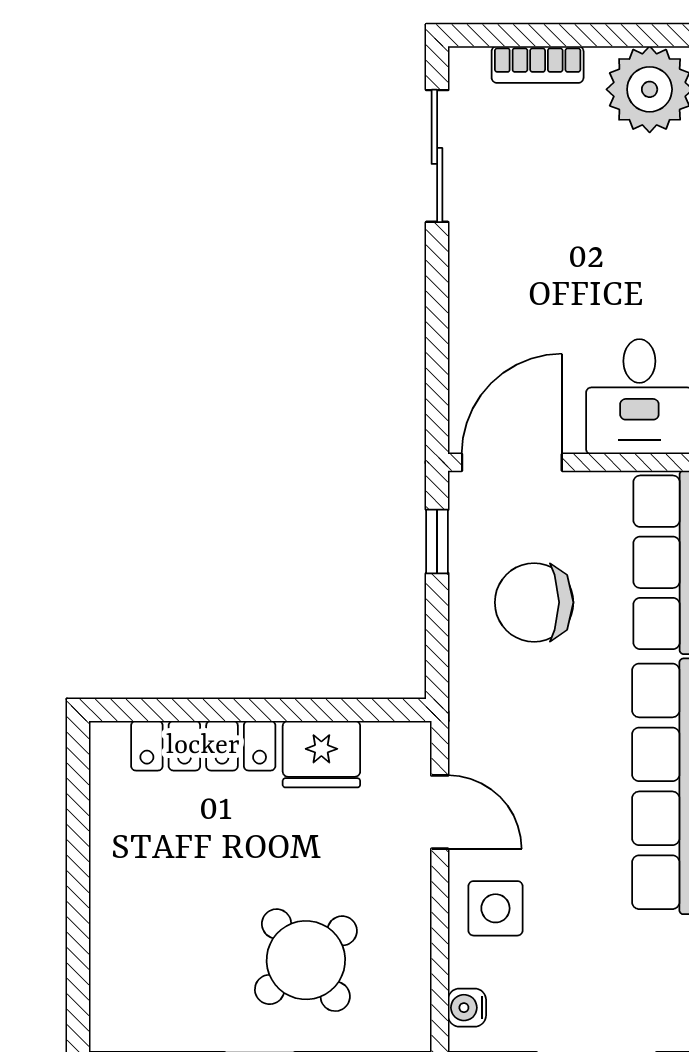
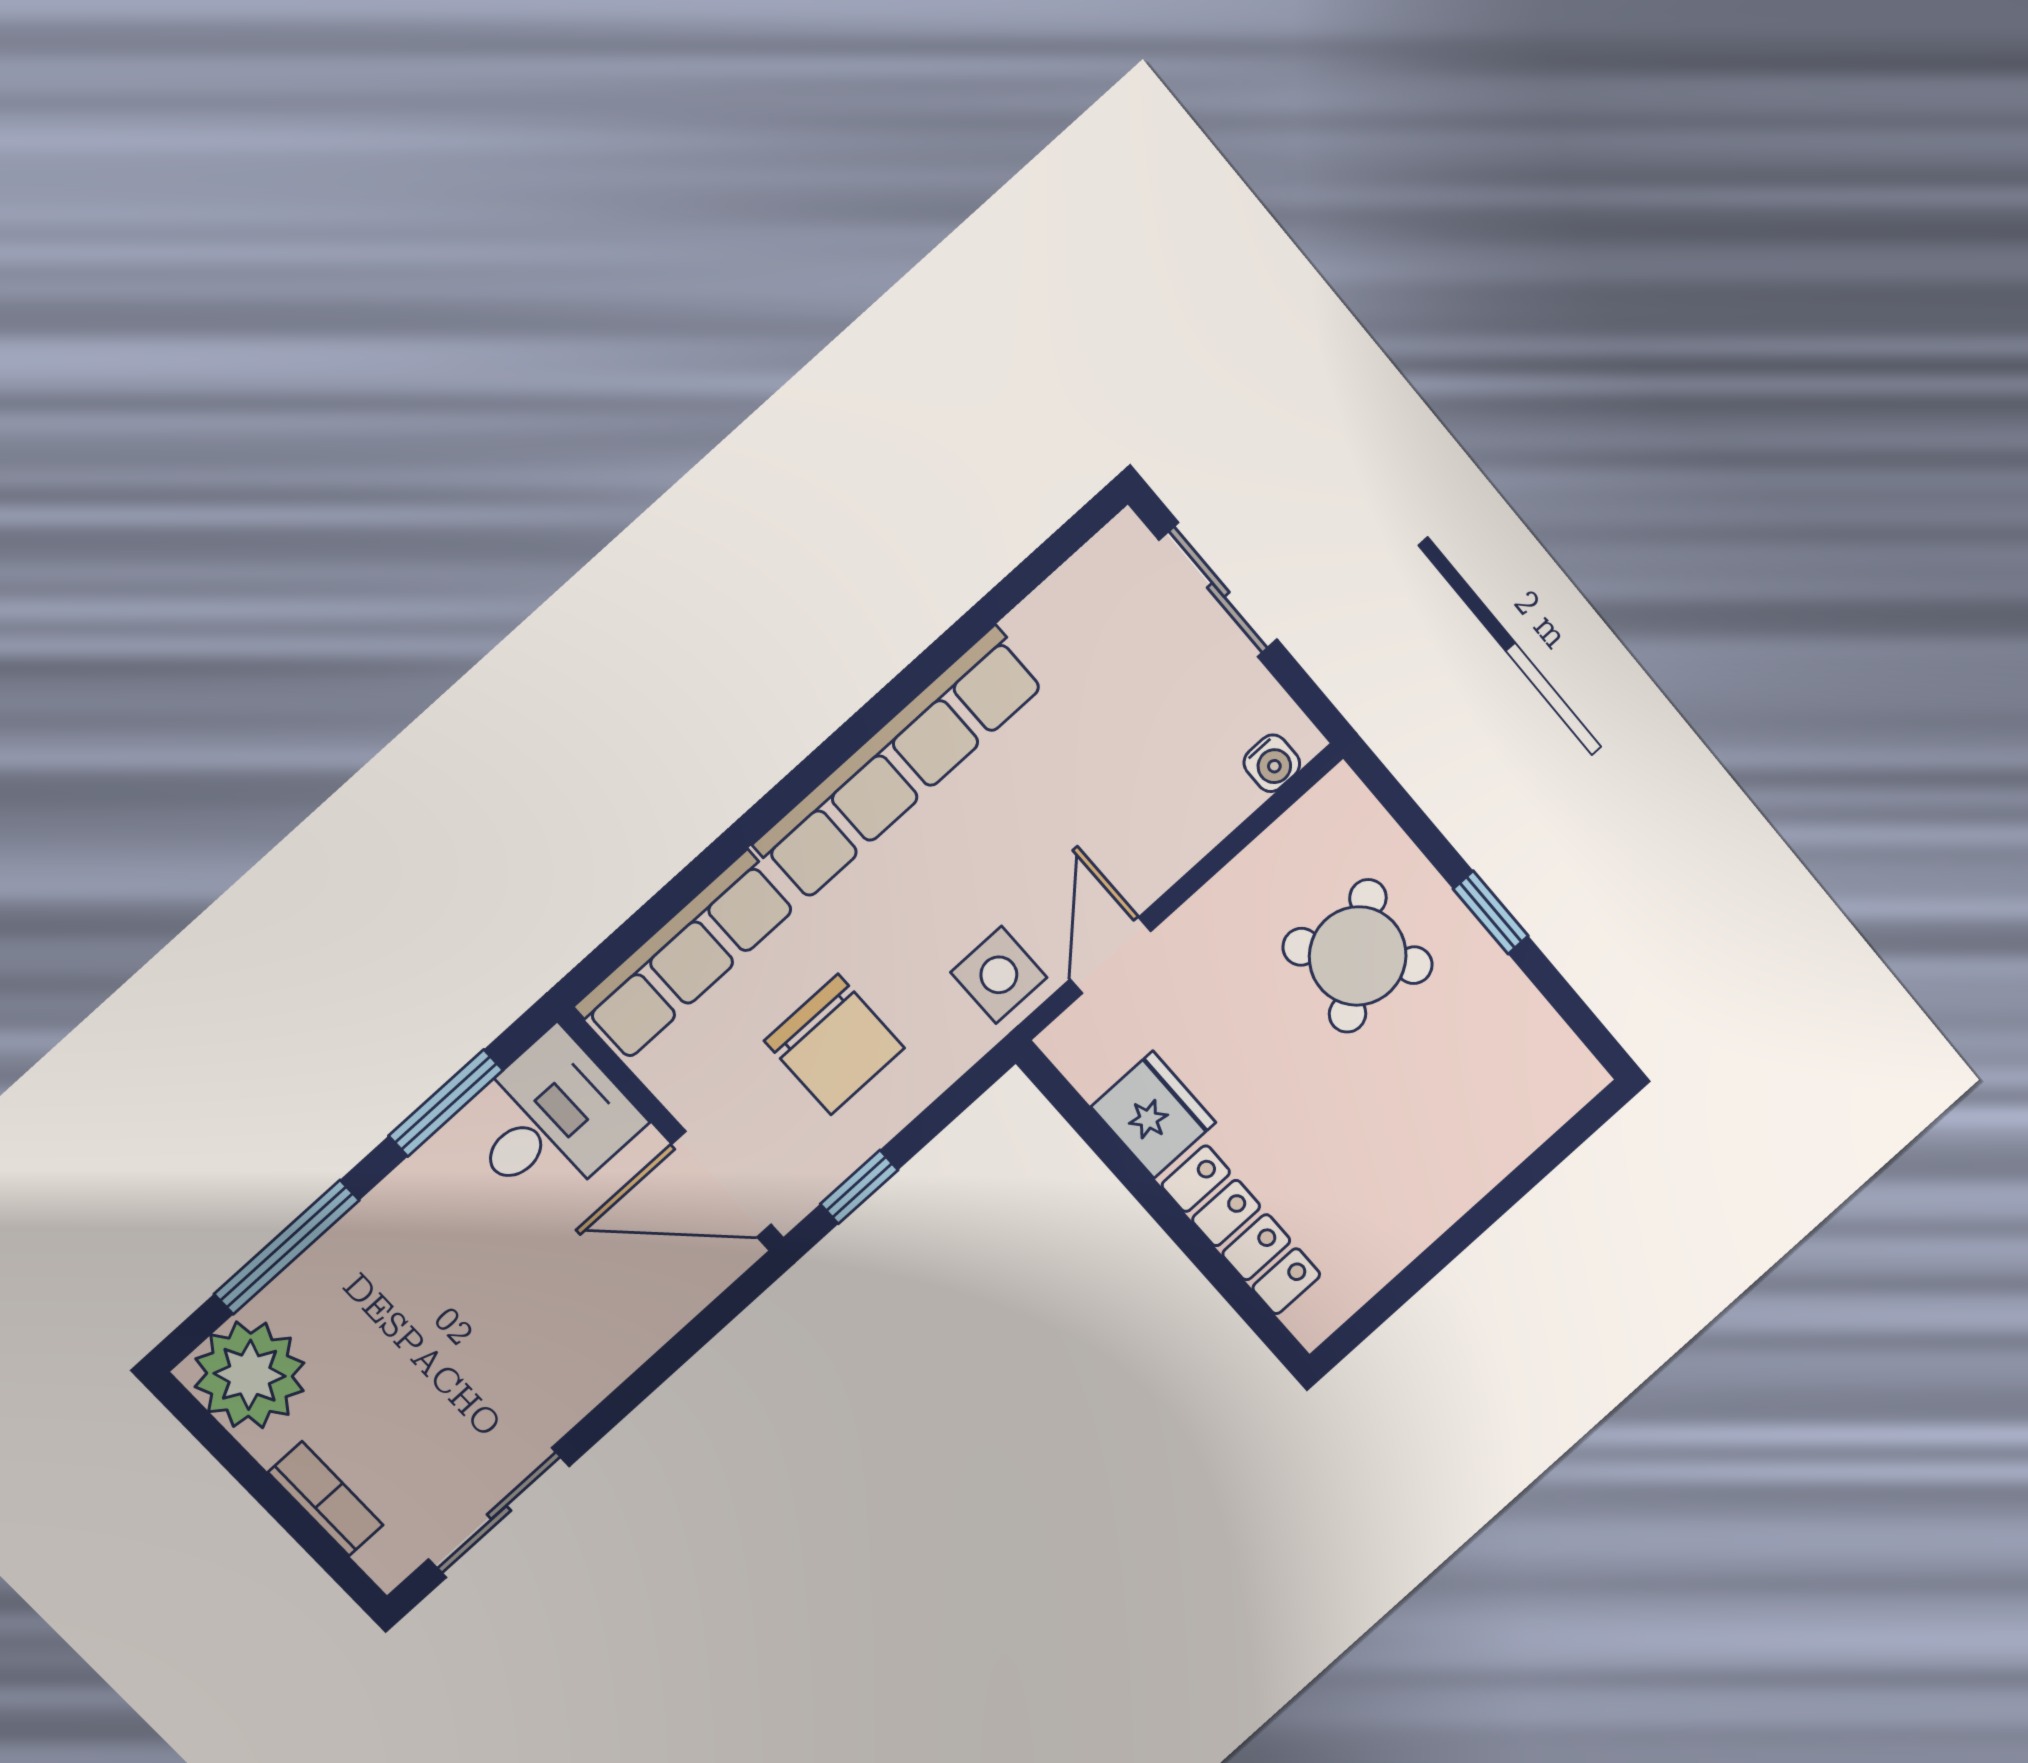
side table: (495, 908) -> (999, 975), moved

